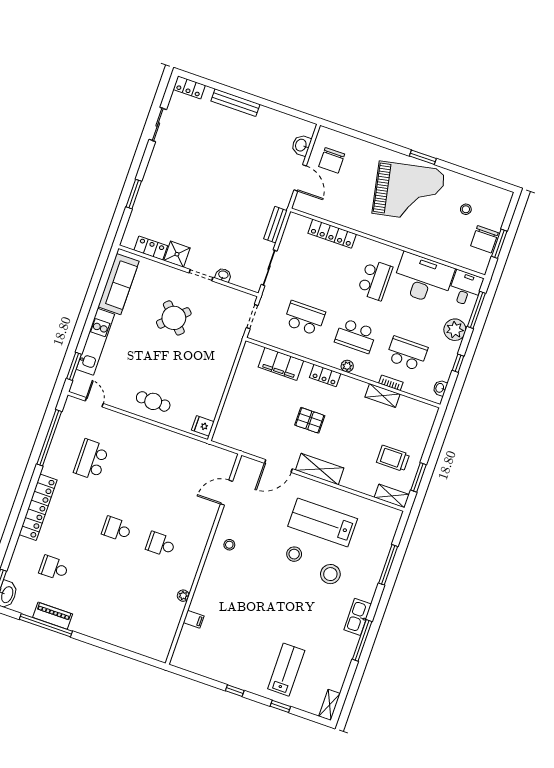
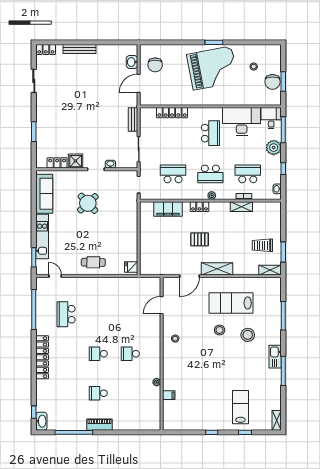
door: (300, 178) -> (139, 83), swing flipped
school desk: (54, 568) -> (98, 393), moved
piano: (53, 616) -> (100, 425), moved

